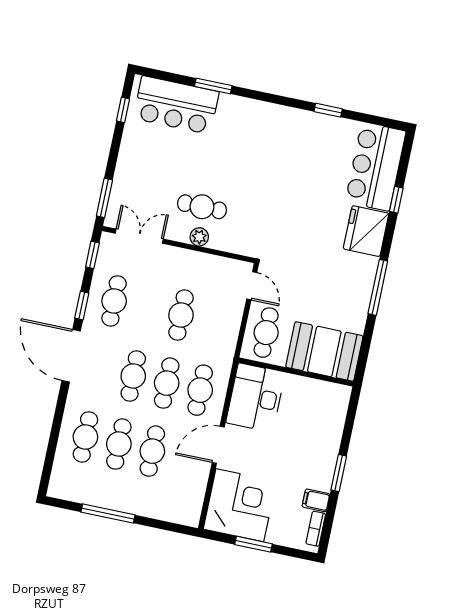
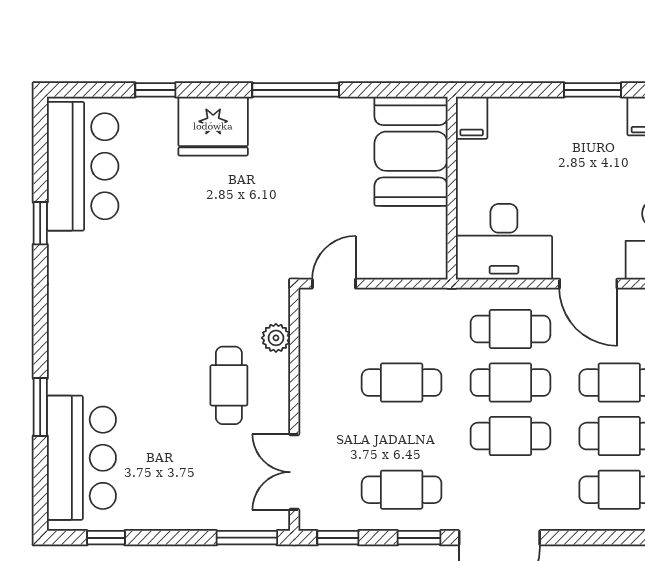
bar counter: (376, 167) -> (83, 166), moved, turned -90
plant: (199, 237) -> (276, 338), moved
cafe table: (266, 333) -> (401, 246), removed
filing cabinet: (337, 394) -> (472, 118), added

